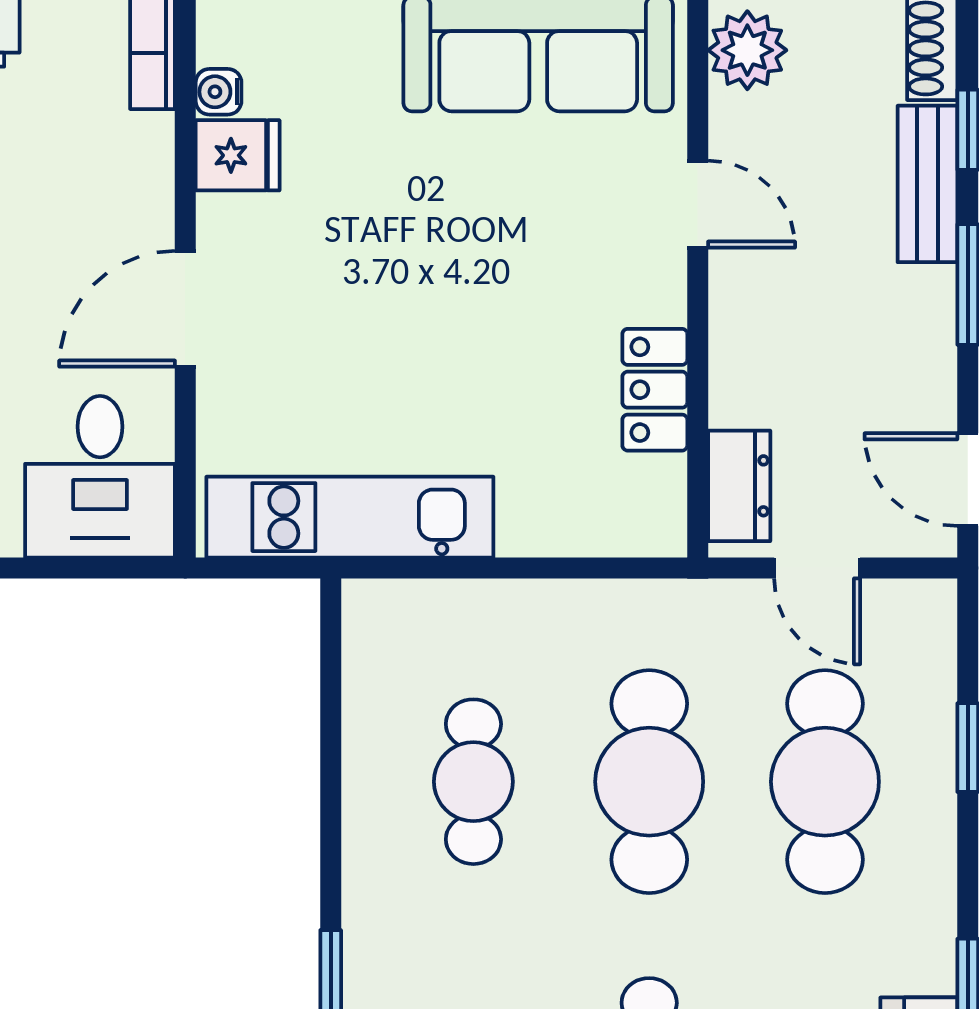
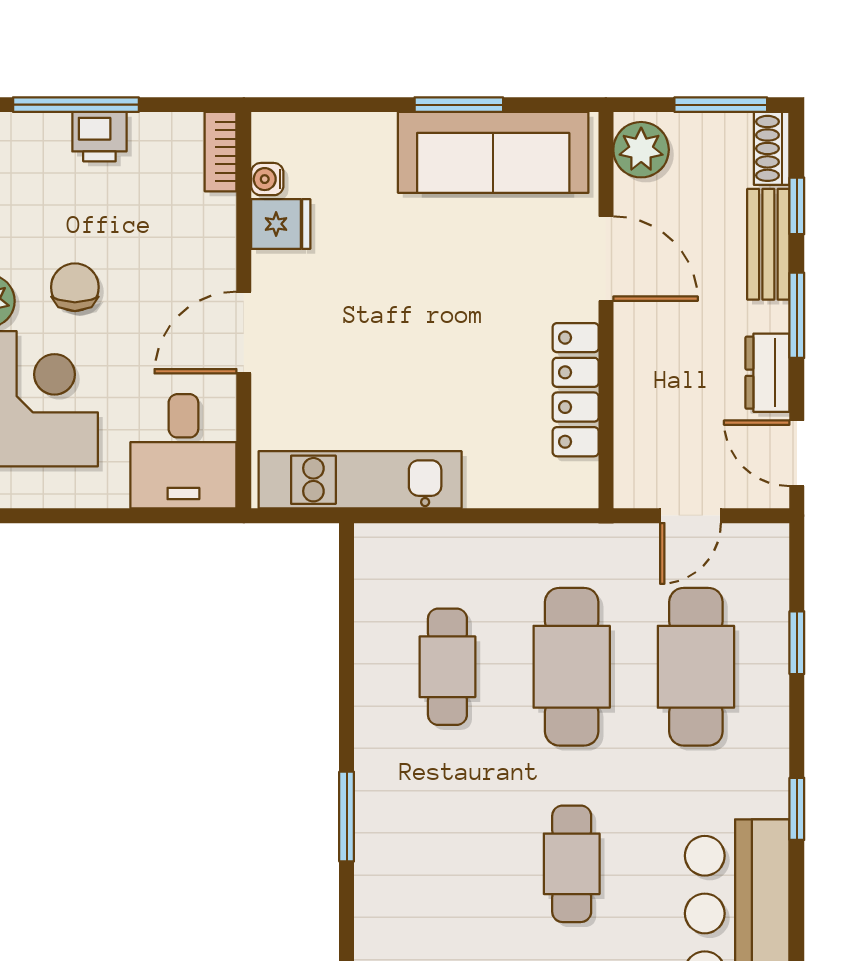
door: (698, 204) -> (606, 259), width x1.38
locker: (655, 390) -> (576, 390), width x1.53
dresser: (739, 486) -> (767, 373), moved, turned 180
door: (817, 568) -> (690, 516), hinge flipped

